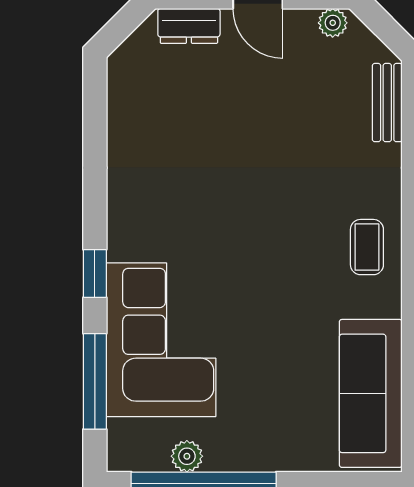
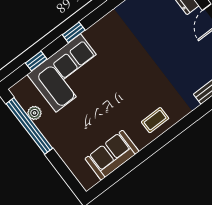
window: (95, 381) -> (36, 61), width x0.46
sofa: (371, 393) -> (112, 155), width x0.73

